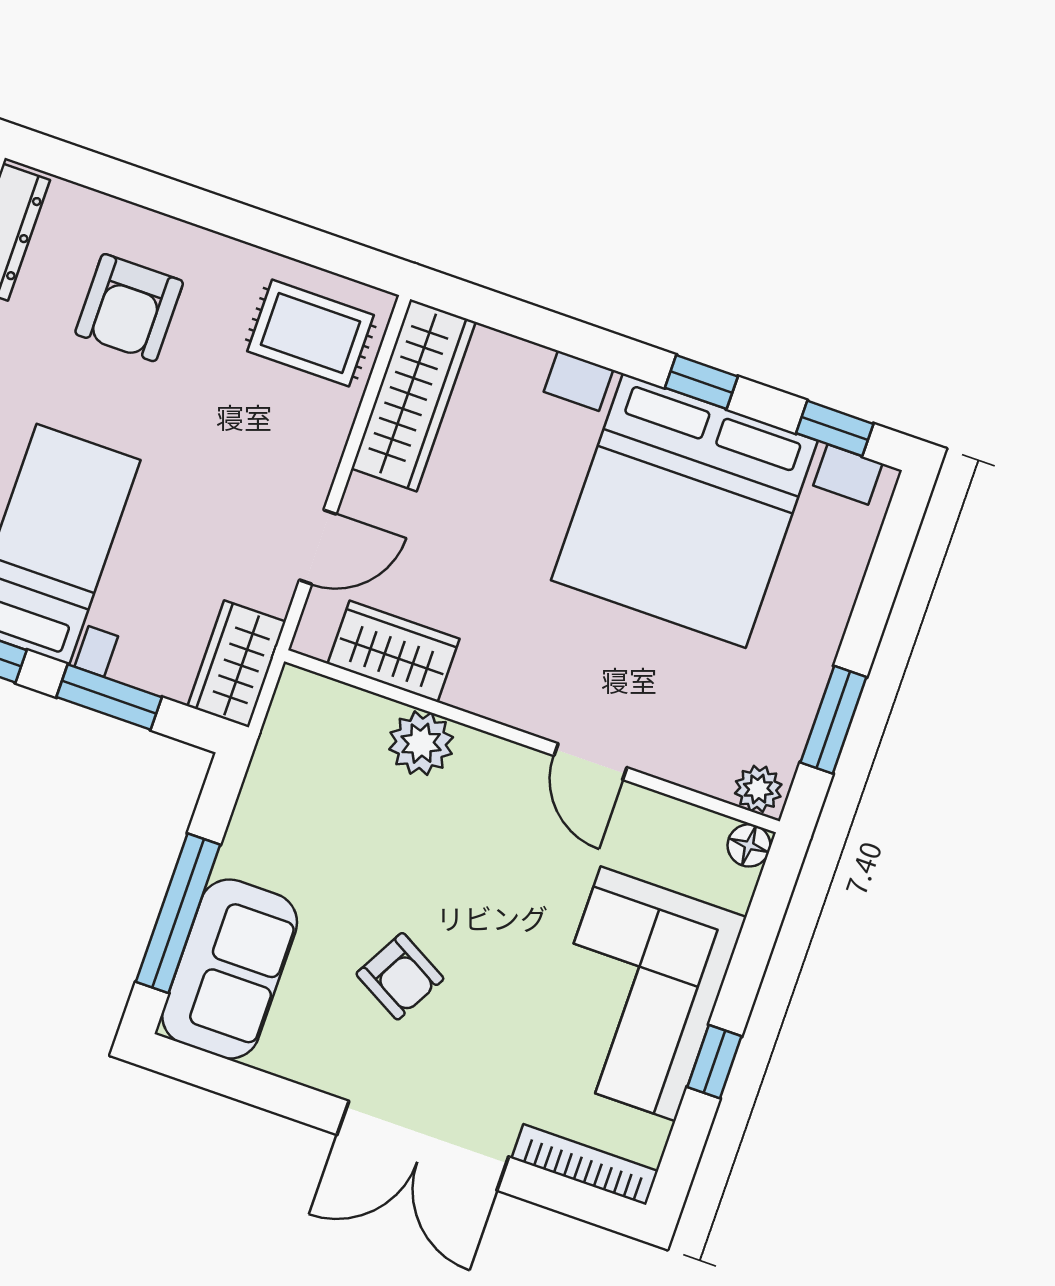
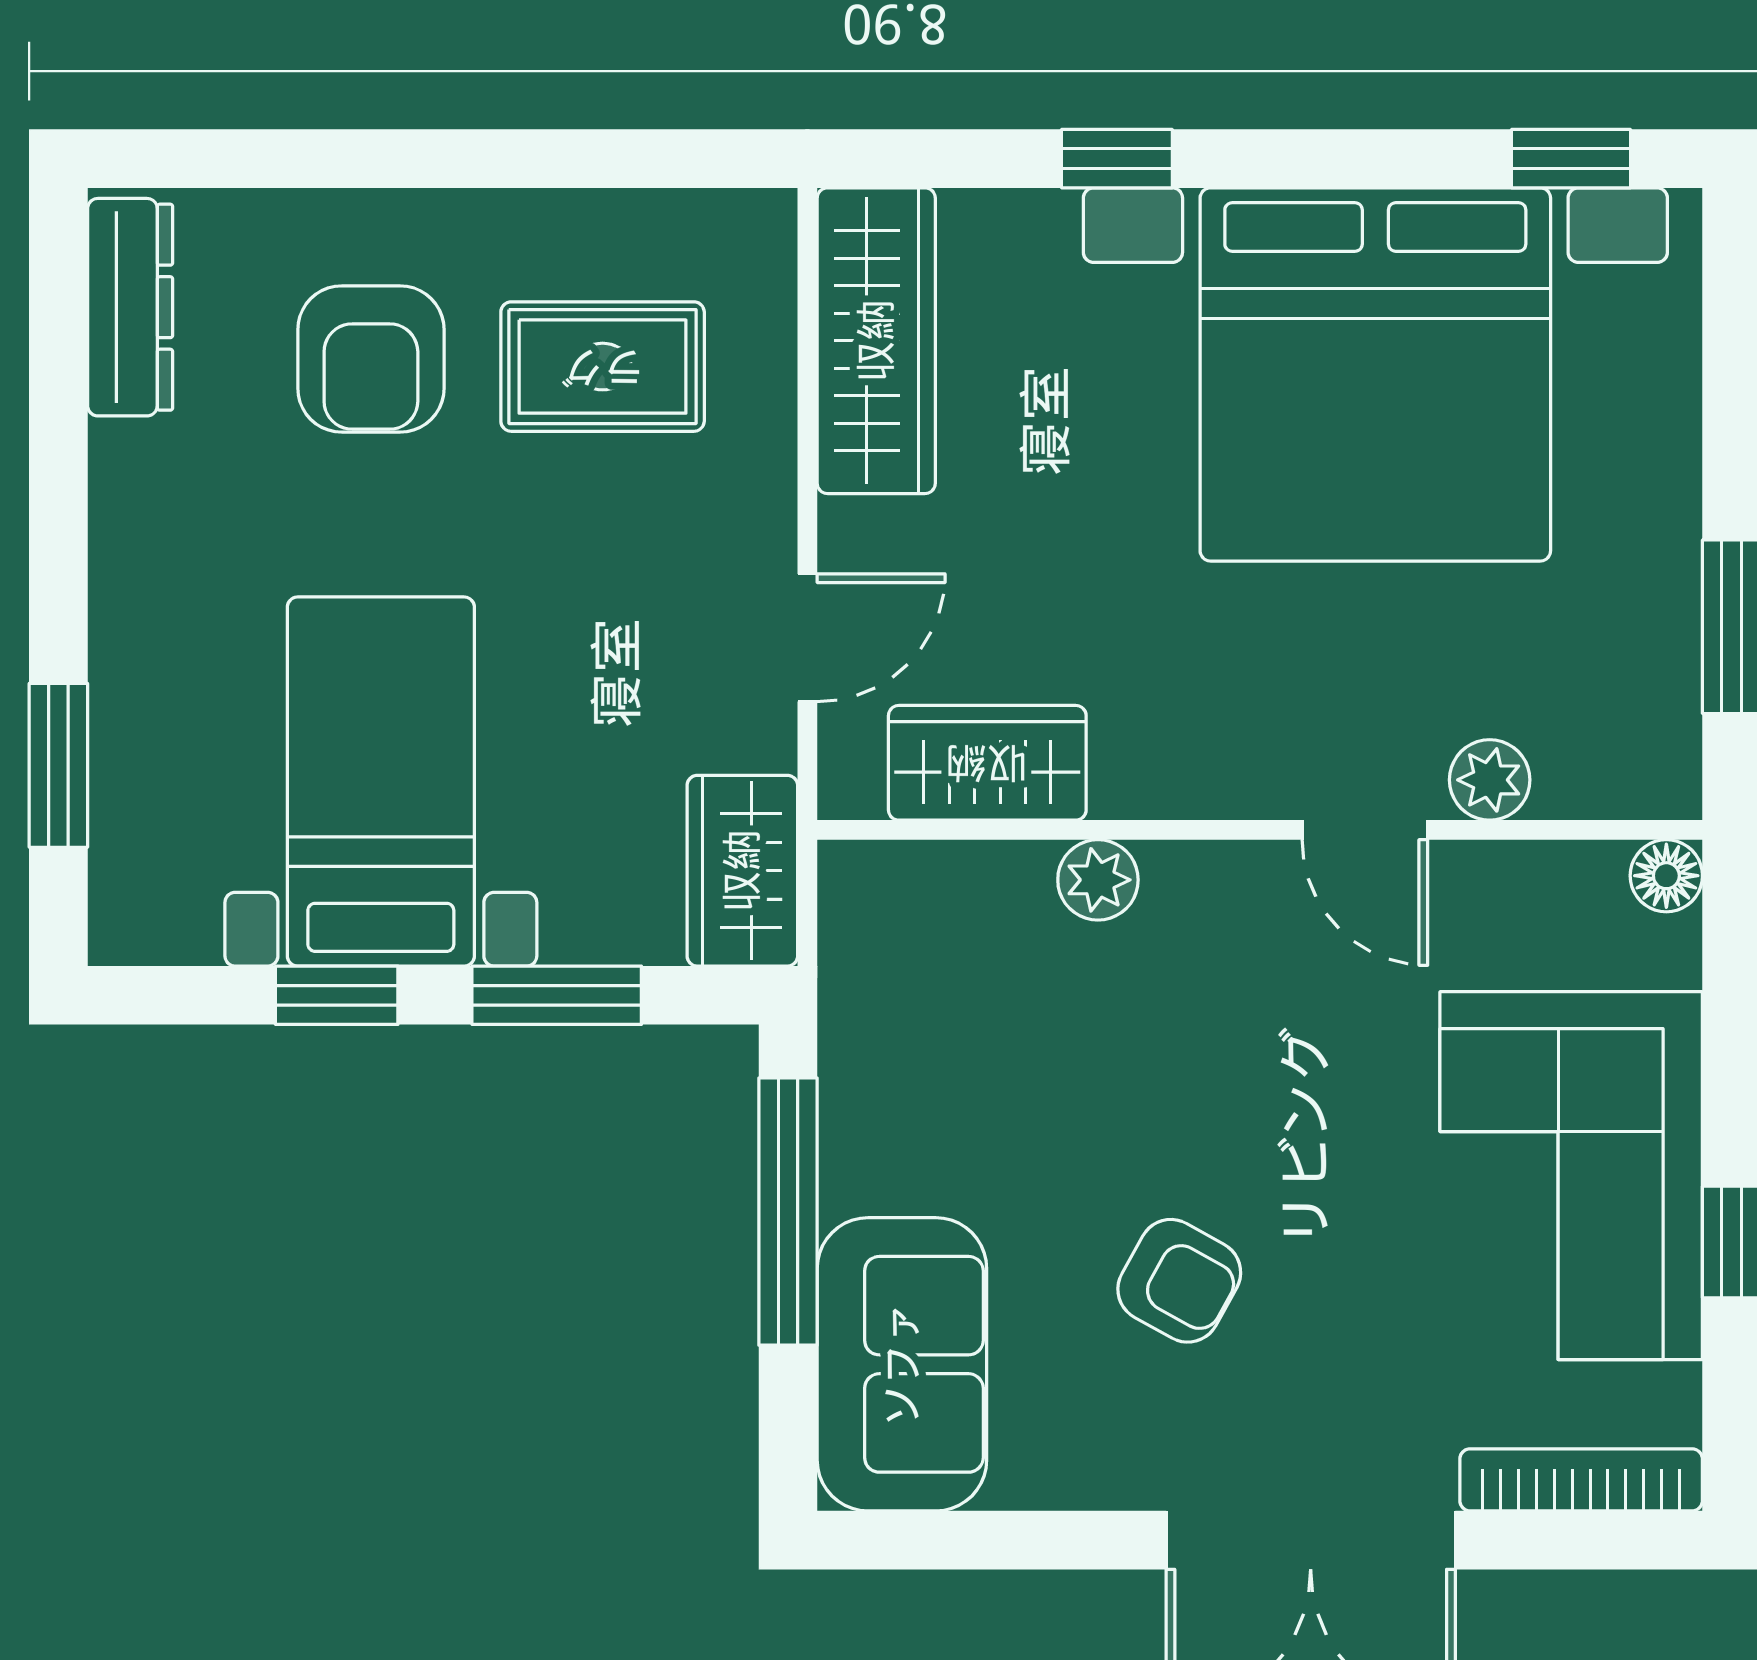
rug: (311, 333) -> (603, 367), moved
window: (701, 382) -> (1117, 159), moved
plant: (421, 743) -> (1098, 880), width x0.73, depth x0.73
plant: (758, 789) -> (1490, 780), moved
window: (178, 913) -> (788, 1212), moved

